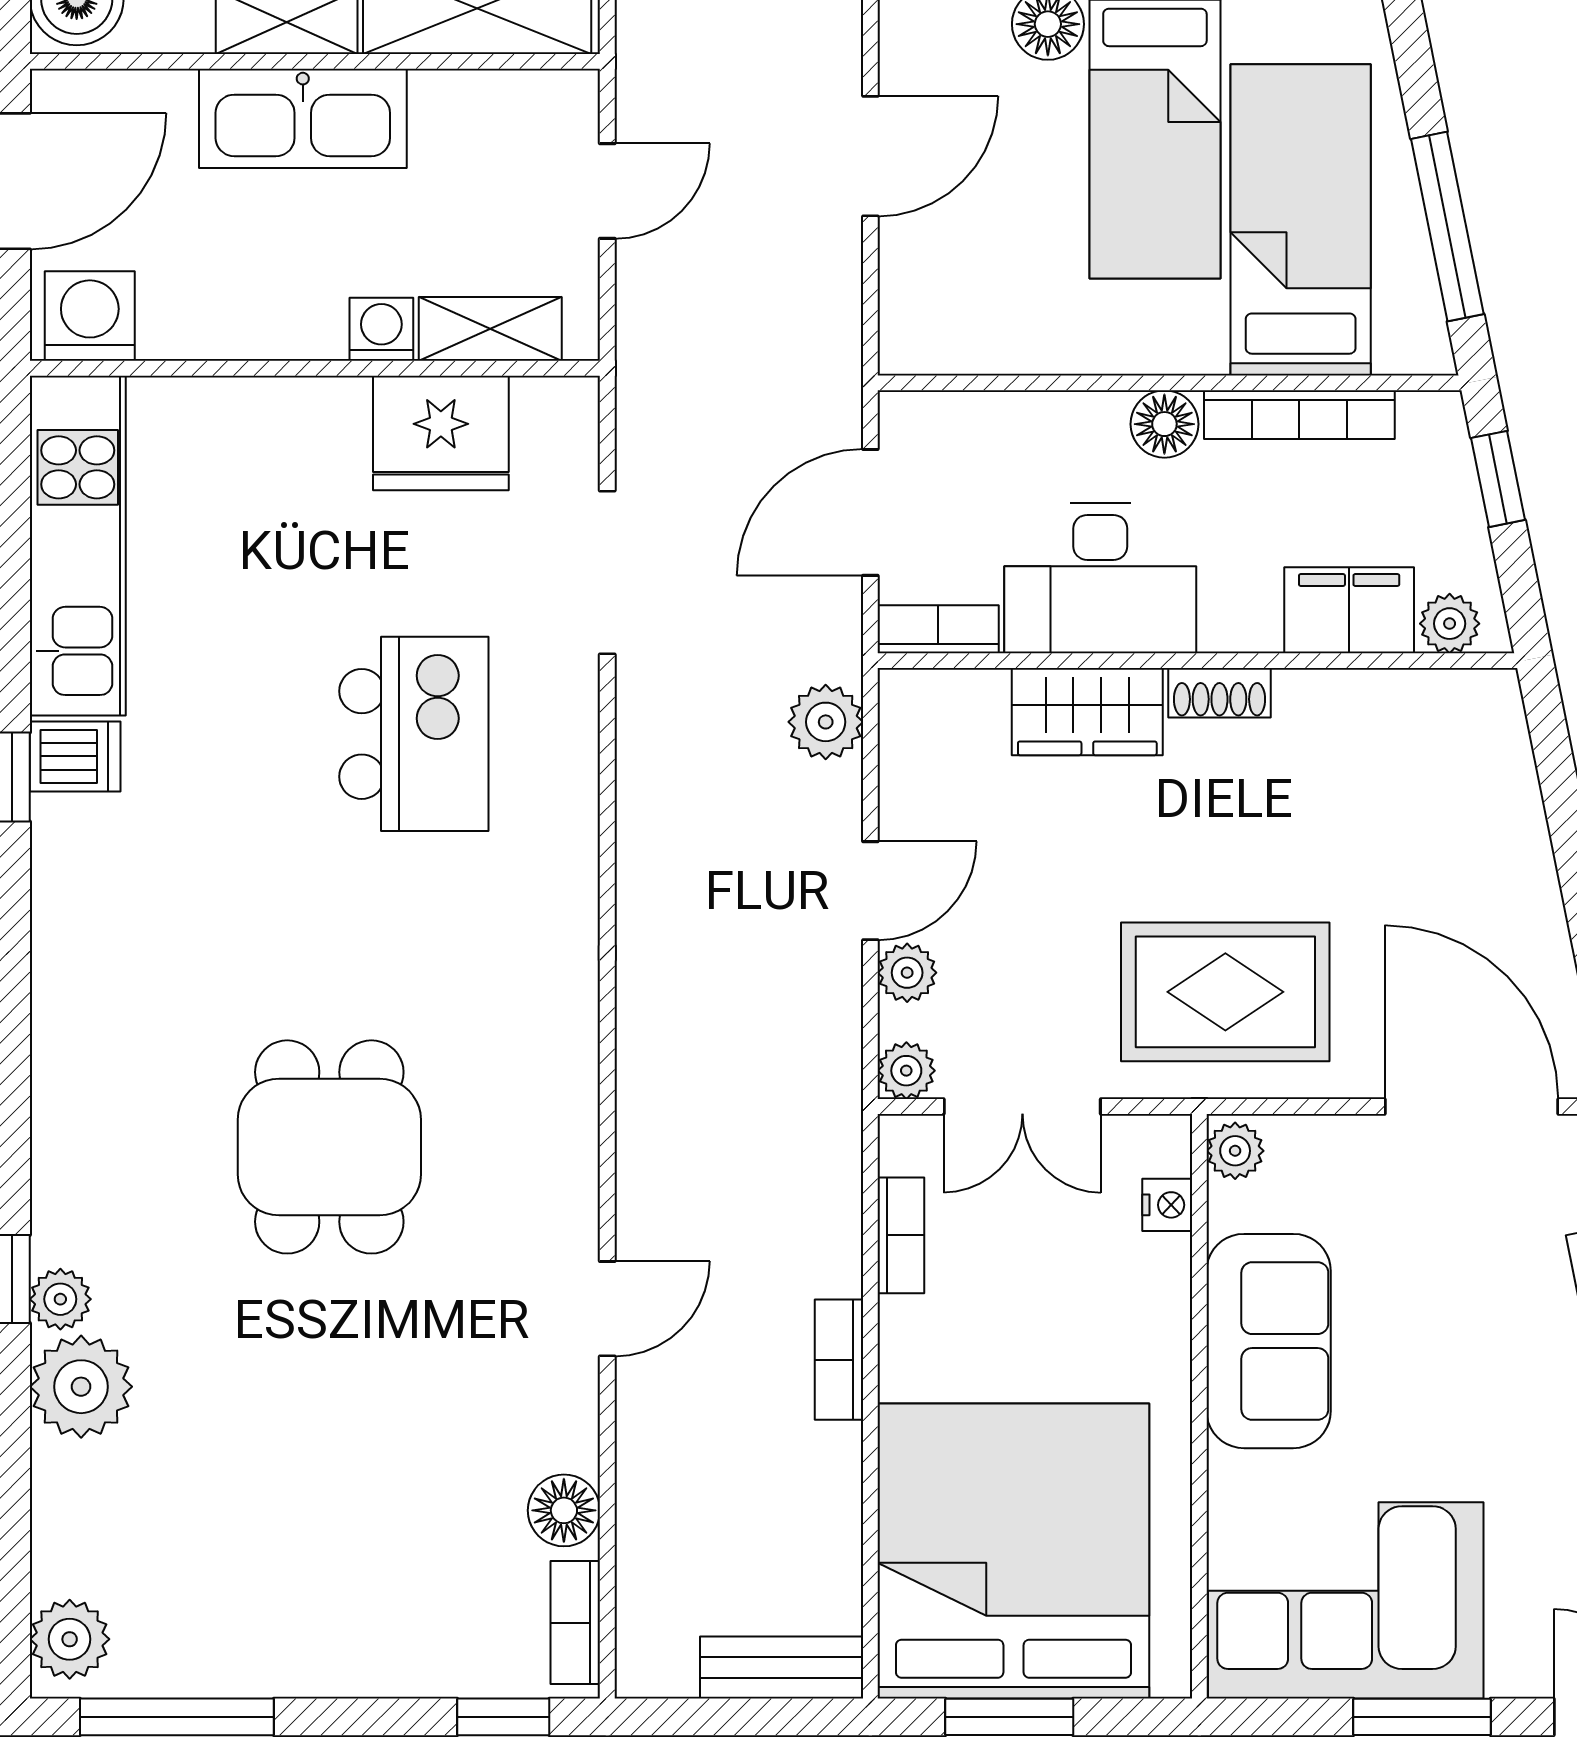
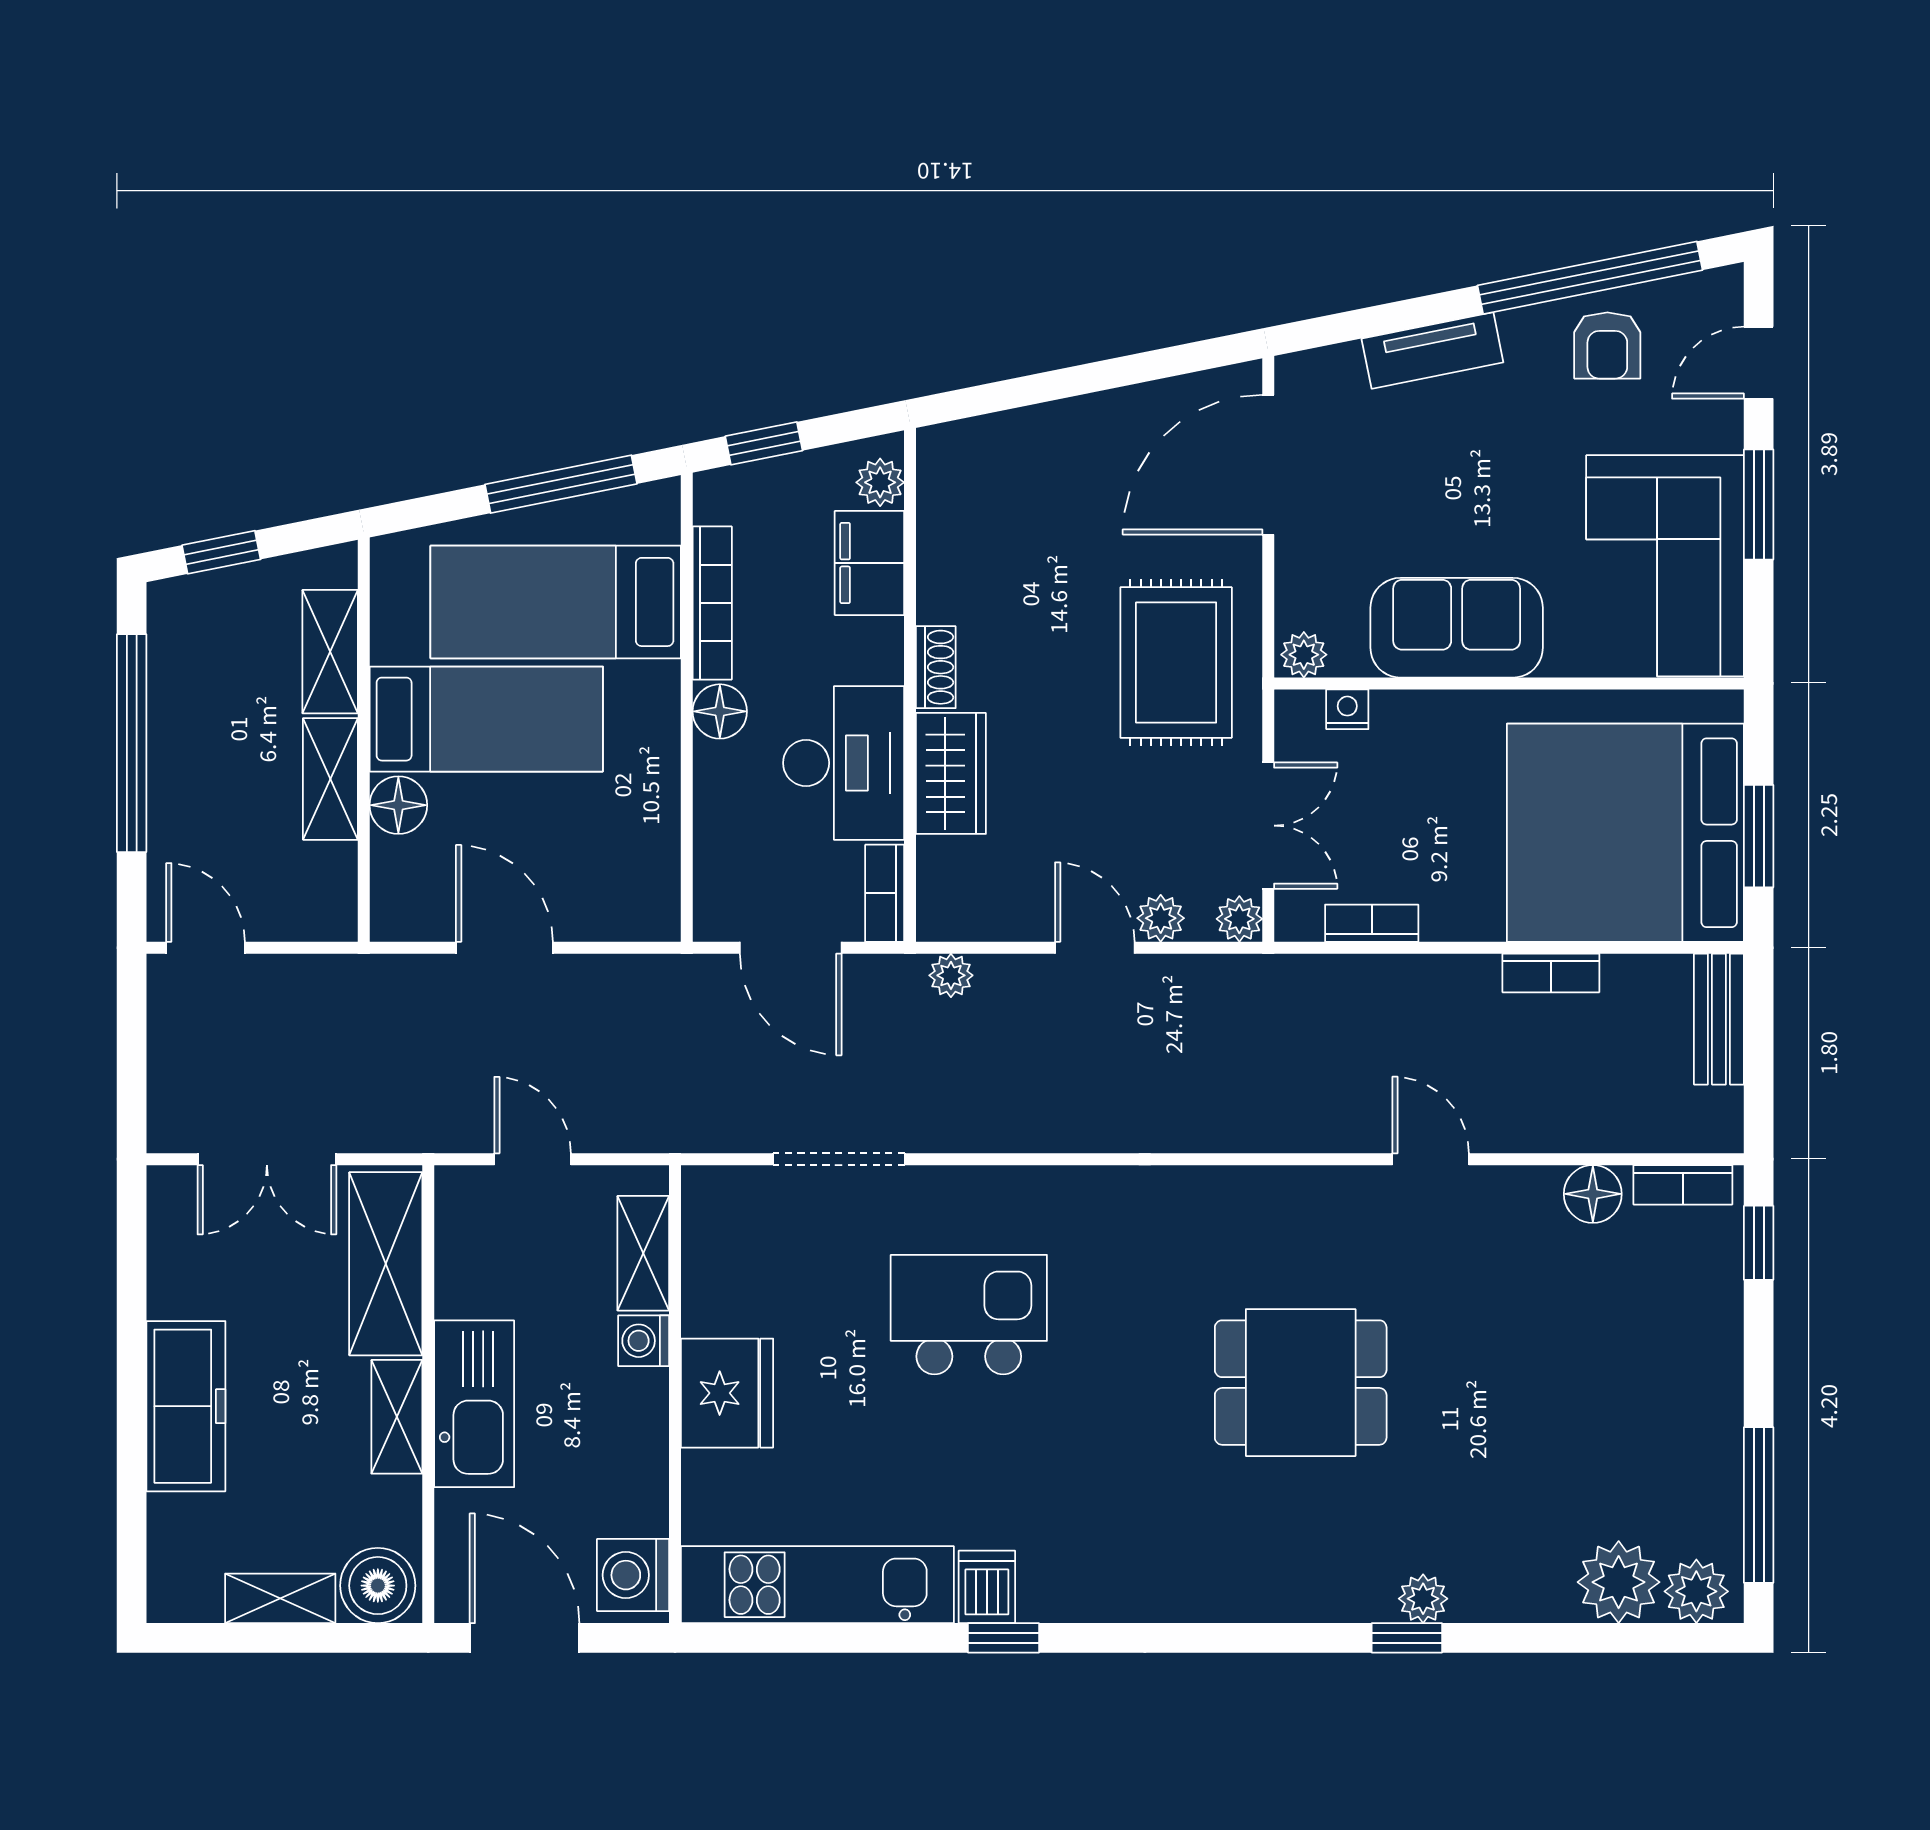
fridge: (441, 433) -> (727, 1393), moved
plant: (826, 722) -> (951, 975), width x0.73, depth x0.73
bookcase: (839, 1360) -> (1551, 973), moved
plant: (81, 1387) -> (1619, 1582), moved

